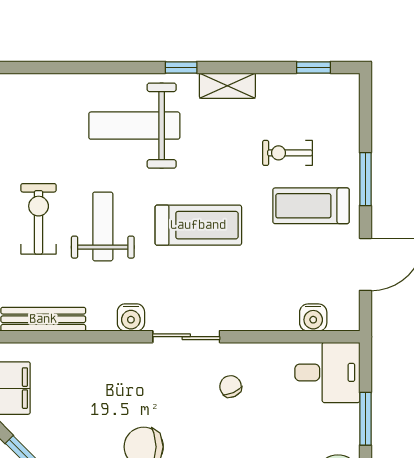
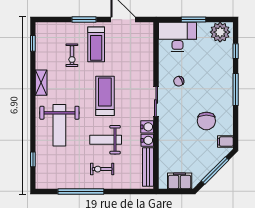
window: (181, 67) -> (33, 159), moved
exercise bike: (39, 219) -> (102, 169), width x0.73, depth x0.72
water cooler: (313, 318) -> (147, 140), moved
desk: (327, 372) -> (178, 37), width x1.37

